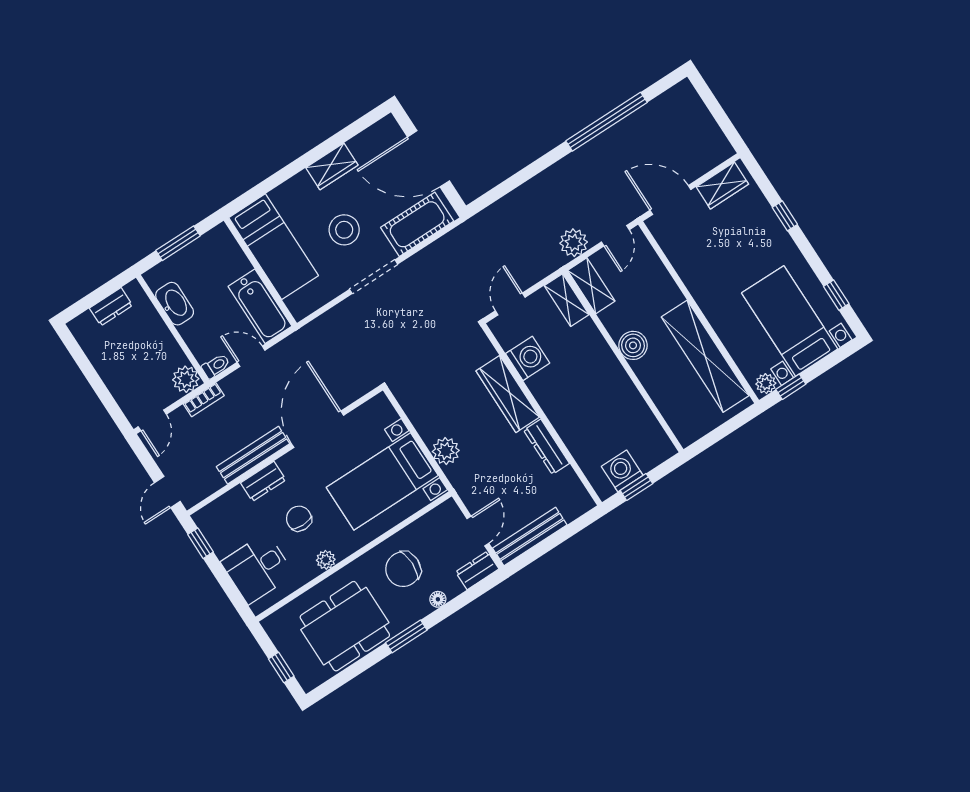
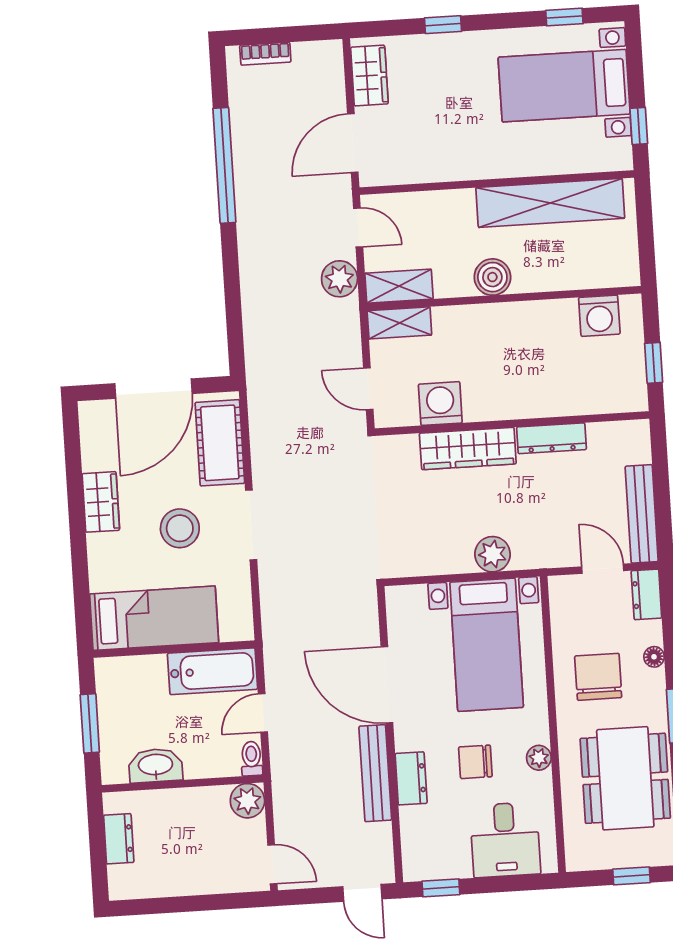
plant: (766, 384) -> (619, 152), removed
bookcase: (204, 400) -> (265, 54), moved, turned 90
washing machine: (622, 471) -> (599, 316), moved, turned -90
chair: (403, 569) -> (598, 677), turned 180

